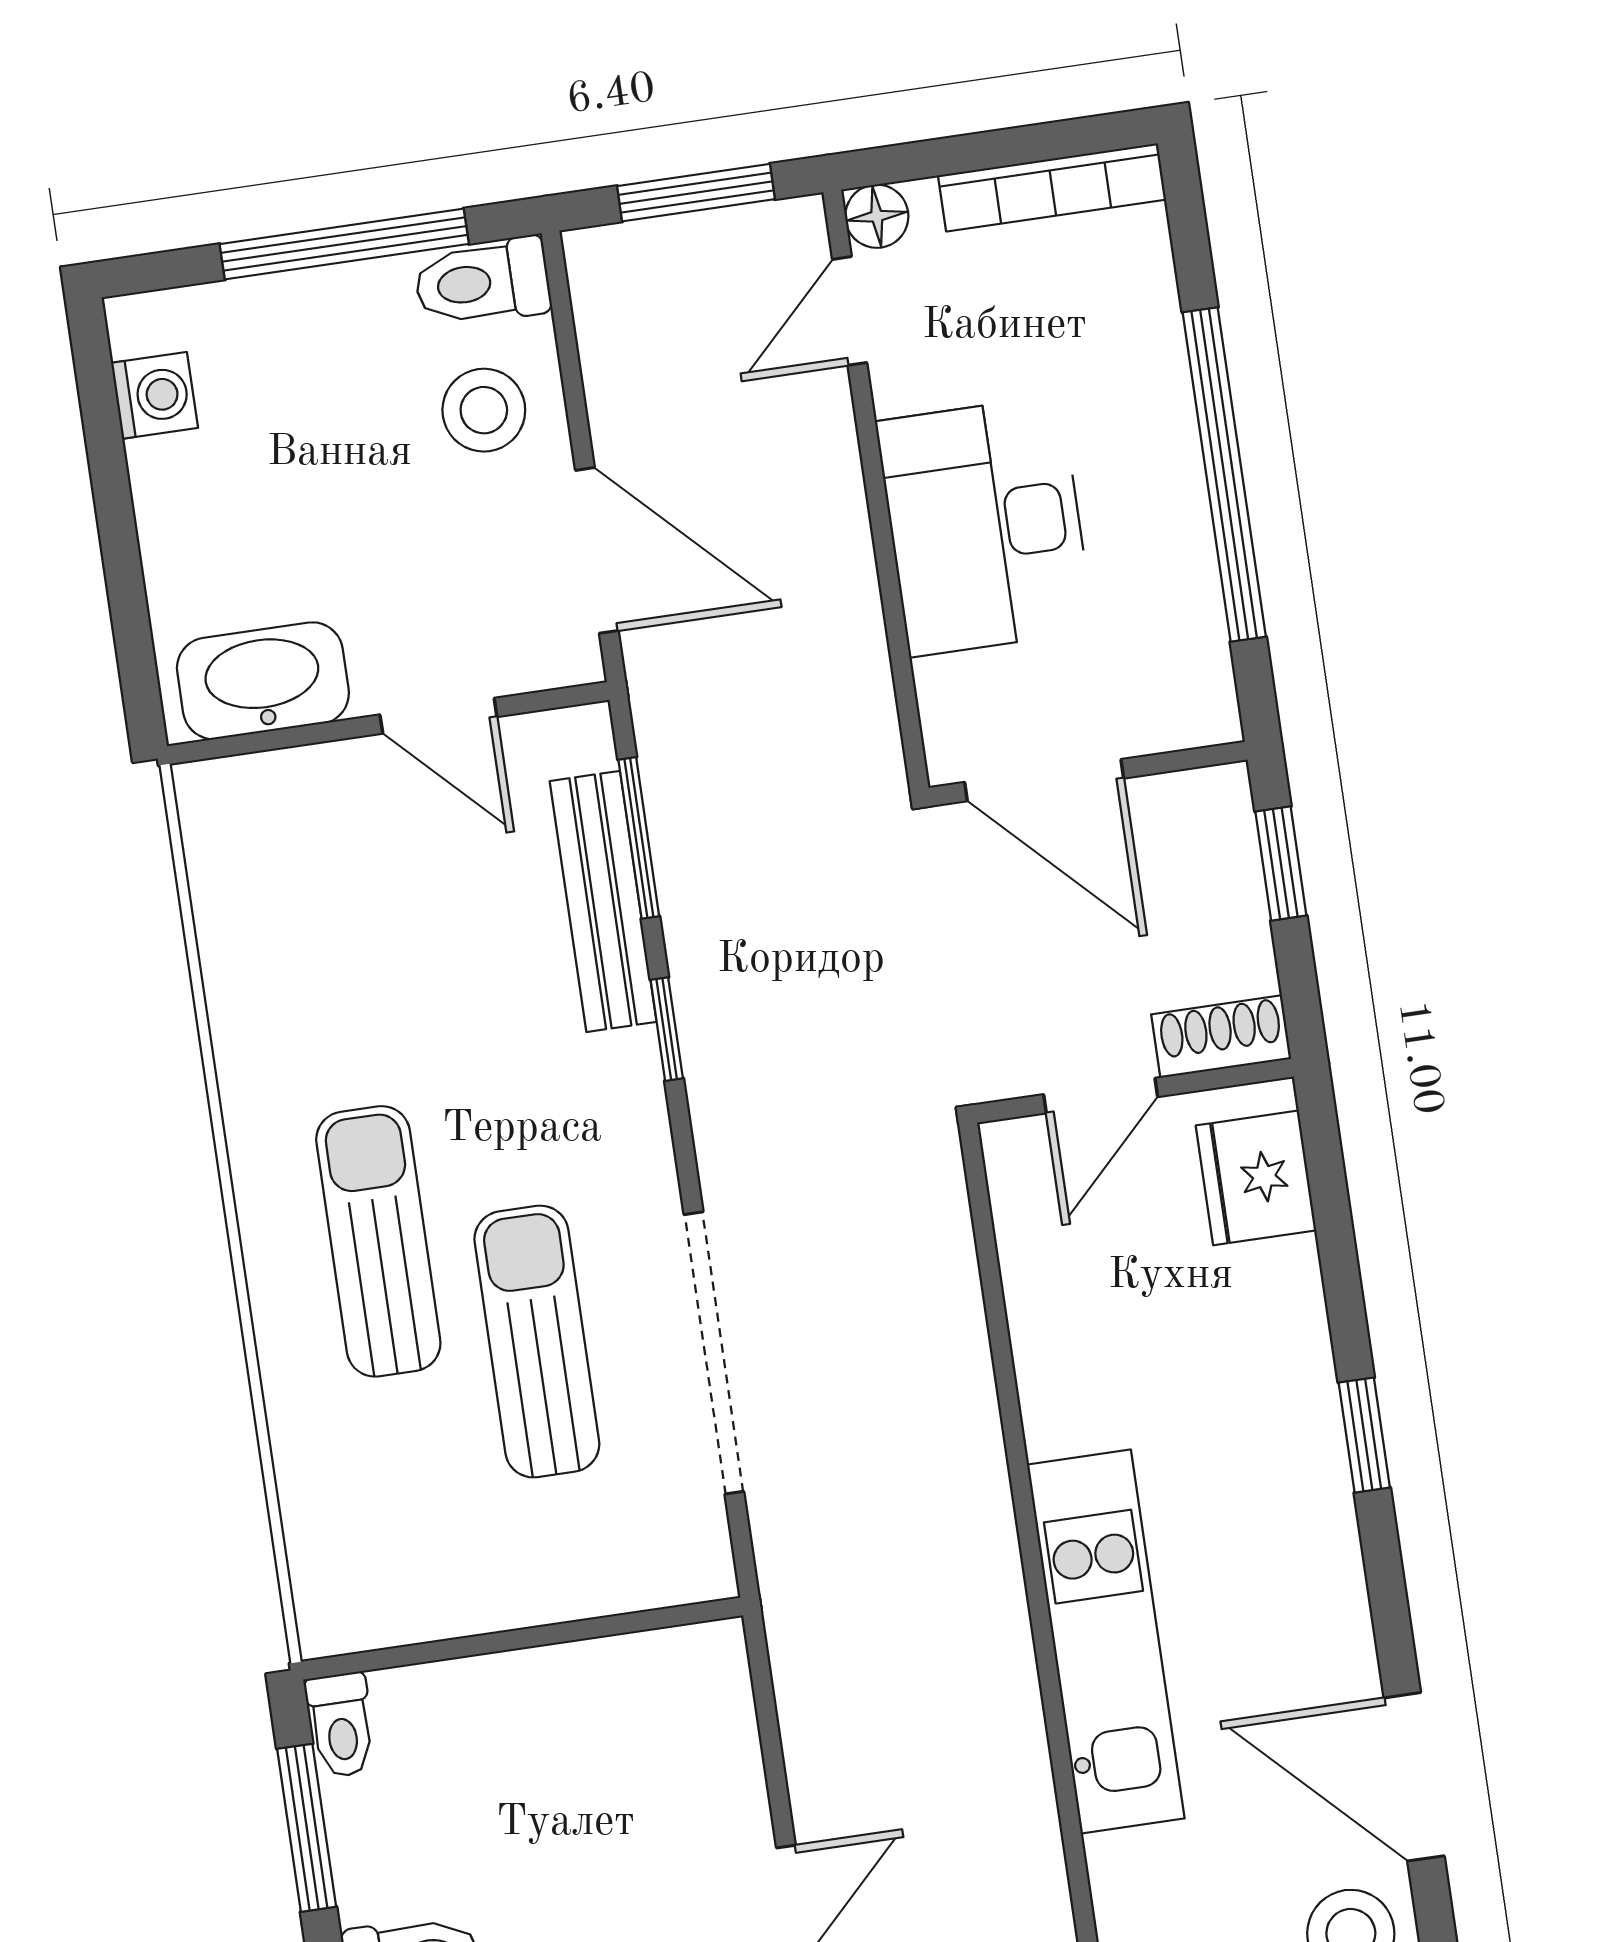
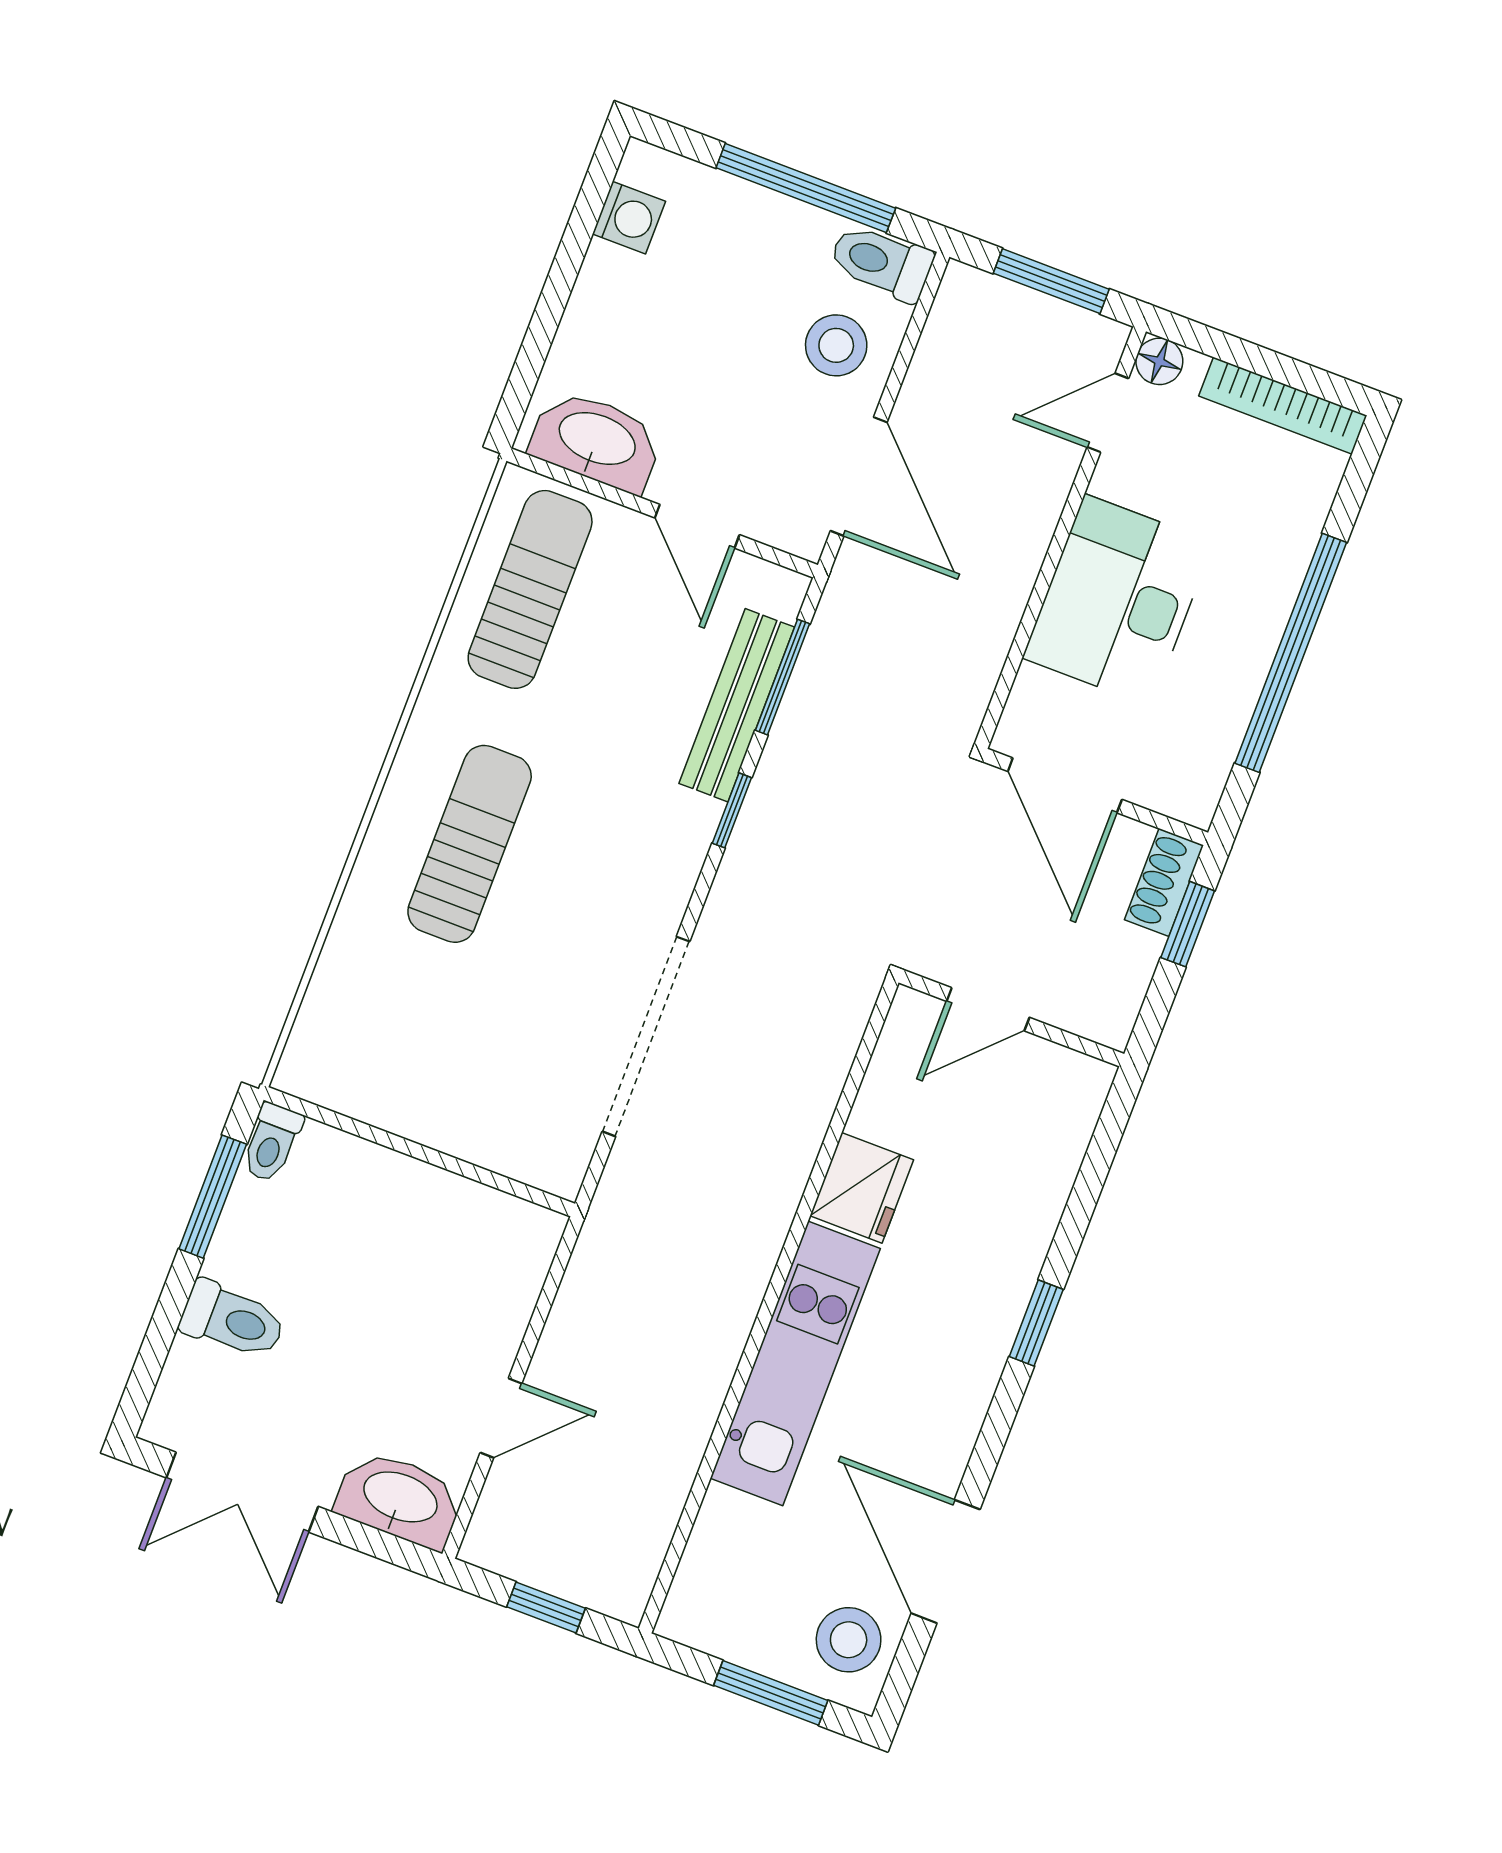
shoe rack: (1221, 1037) -> (1164, 882), moved, turned -90
fridge: (1256, 1178) -> (862, 1188), moved, turned 180
sun lounger: (537, 1342) -> (530, 589), moved

